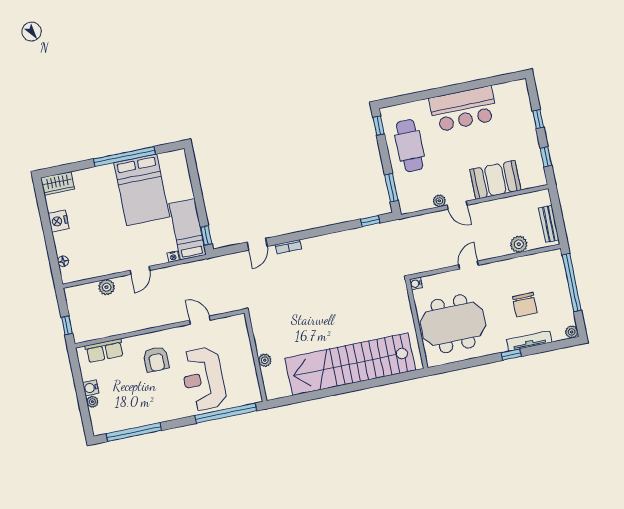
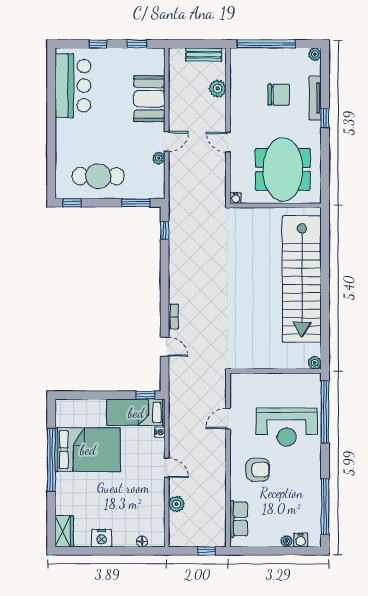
bar counter: (463, 109) -> (73, 86), moved
plant: (265, 360) -> (315, 363), moved
water cooler: (91, 388) -> (301, 540), moved

